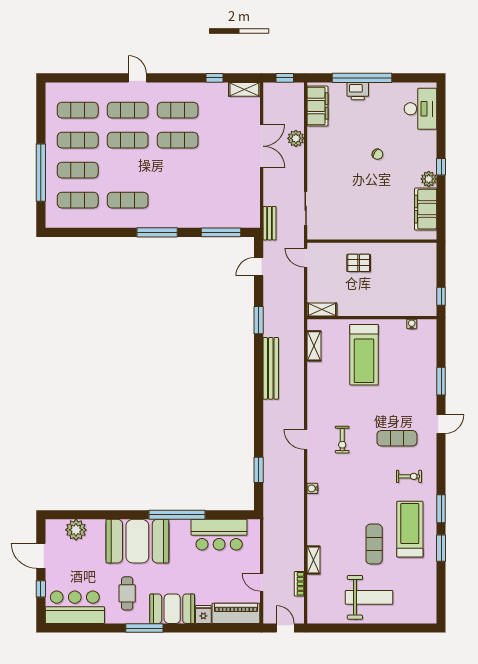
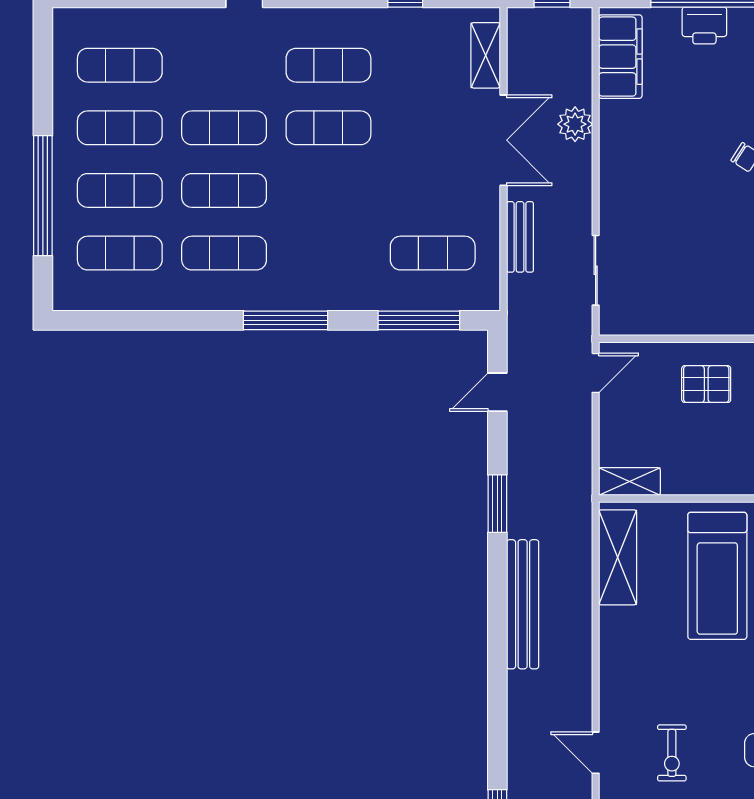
shelving: (244, 89) -> (486, 55), moved, turned 90
exercise mat: (128, 110) -> (224, 190), moved
exercise mat: (228, 200) -> (433, 253), added
bench: (269, 223) -> (520, 237), moved
door: (306, 258) -> (596, 373), swing flipped
shelving: (314, 346) -> (618, 557), width x1.50, depth x1.33

